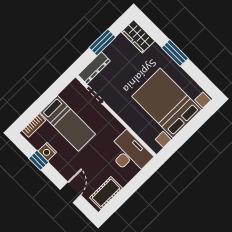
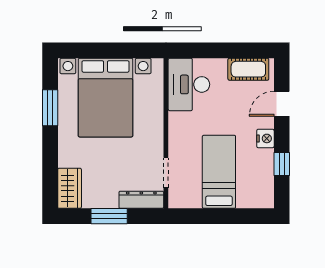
window: (175, 53) -> (50, 108), moved
bookcase: (34, 125) -> (253, 202), removed
nightstand: (47, 152) -> (265, 138), moved

